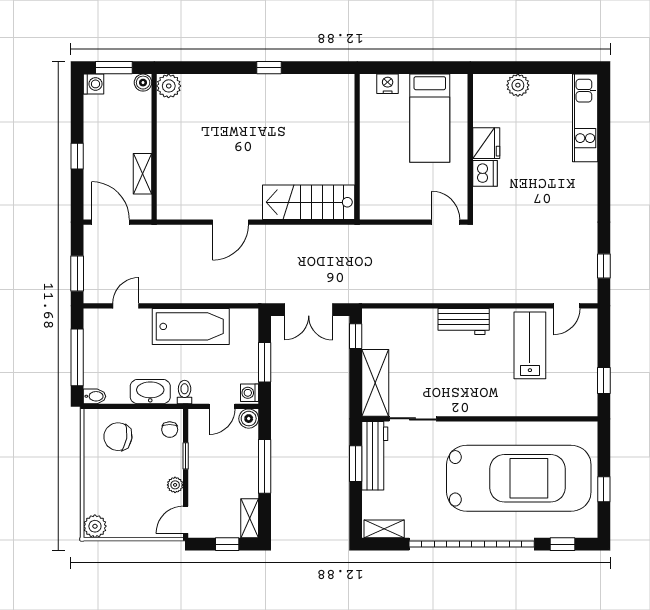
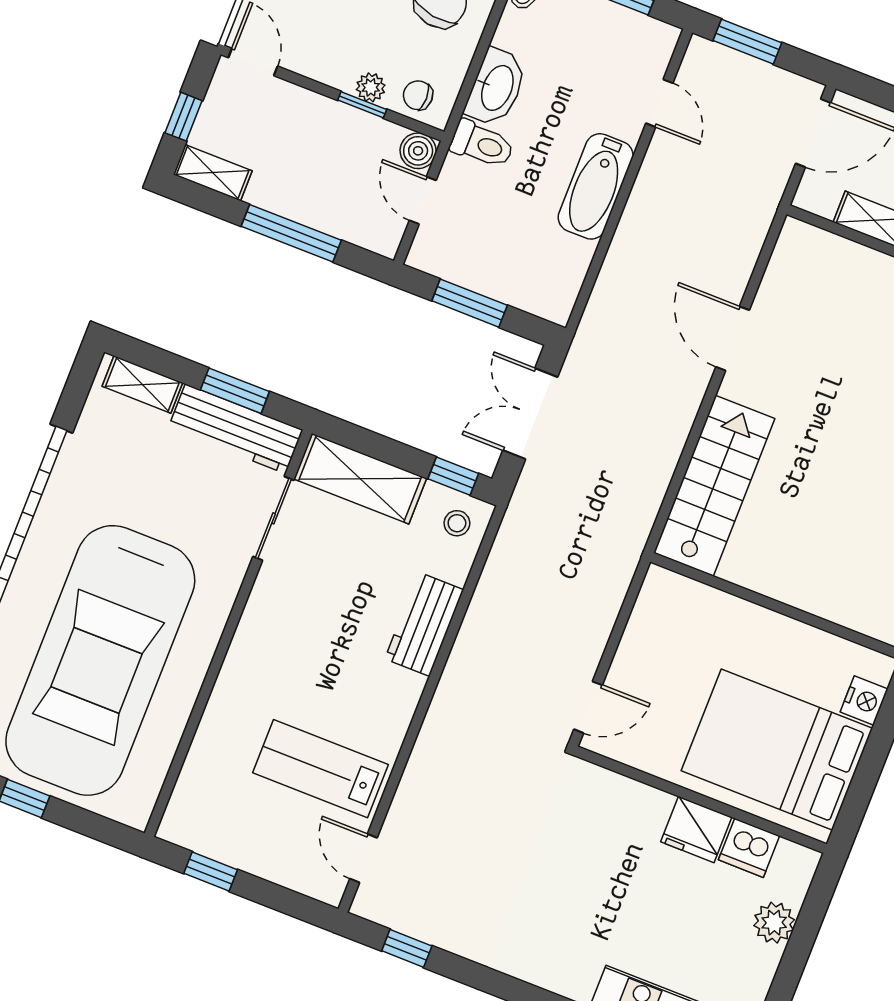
bed: (430, 118) -> (777, 750), width x1.50
dishwasher: (485, 173) -> (749, 848), moved
workbench: (464, 321) -> (424, 624), moved
stool: (379, 325) -> (457, 523), added
bathtub: (191, 326) -> (596, 186), width x0.73, depth x0.73
lab bench: (530, 345) -> (321, 769), turned 180
toilet: (185, 392) -> (482, 144), width x1.37, depth x1.39
washing machine: (250, 393) -> (427, 257), removed
boiler: (249, 419) -> (418, 151), moved
plant: (175, 485) -> (371, 87), moved
shelving: (384, 529) -> (142, 384), moved, turned 90

